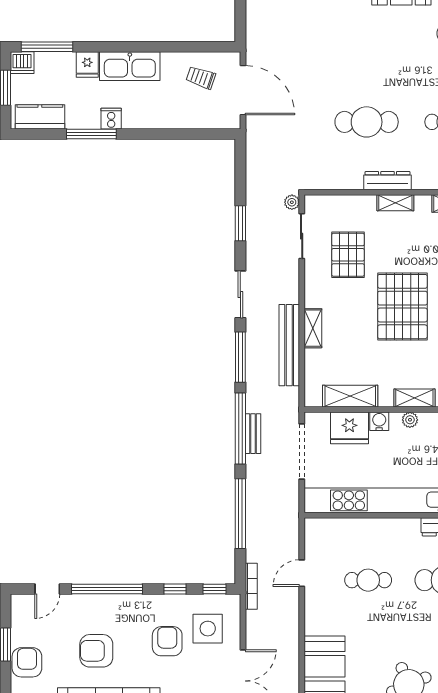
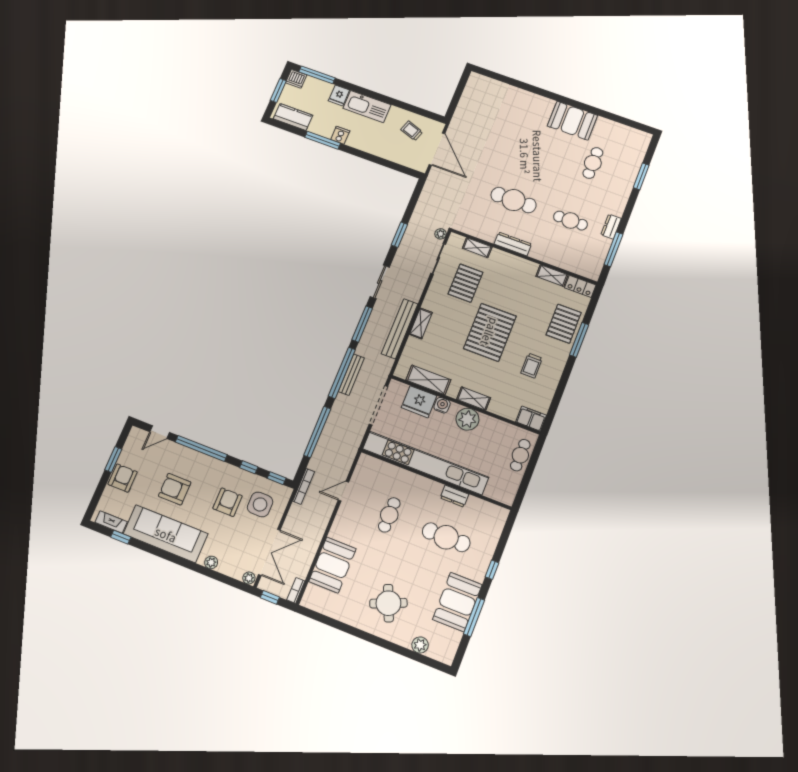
shelving: (395, 203) -> (477, 248), moved
plant: (410, 420) -> (467, 419), width x1.88, depth x1.88
bench: (253, 434) -> (351, 375), width x1.36
cafe table: (368, 580) -> (389, 515), turned 90

